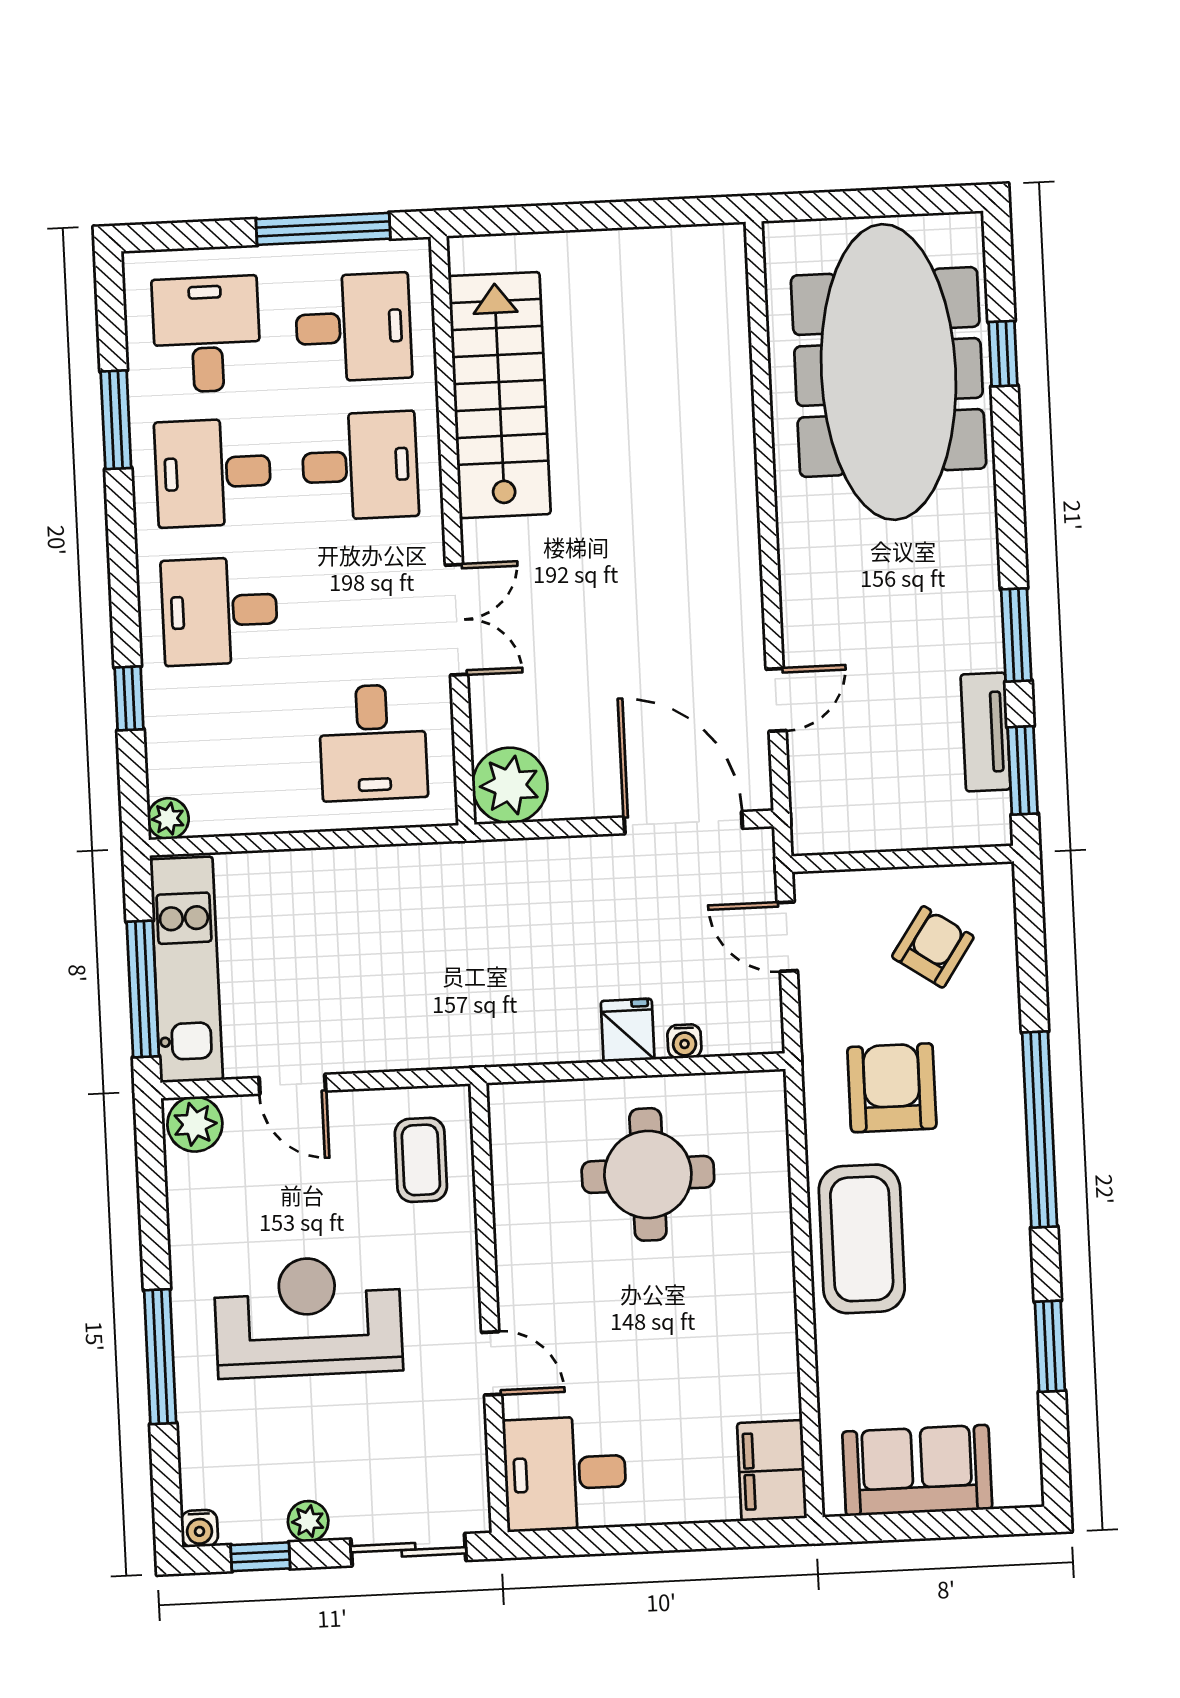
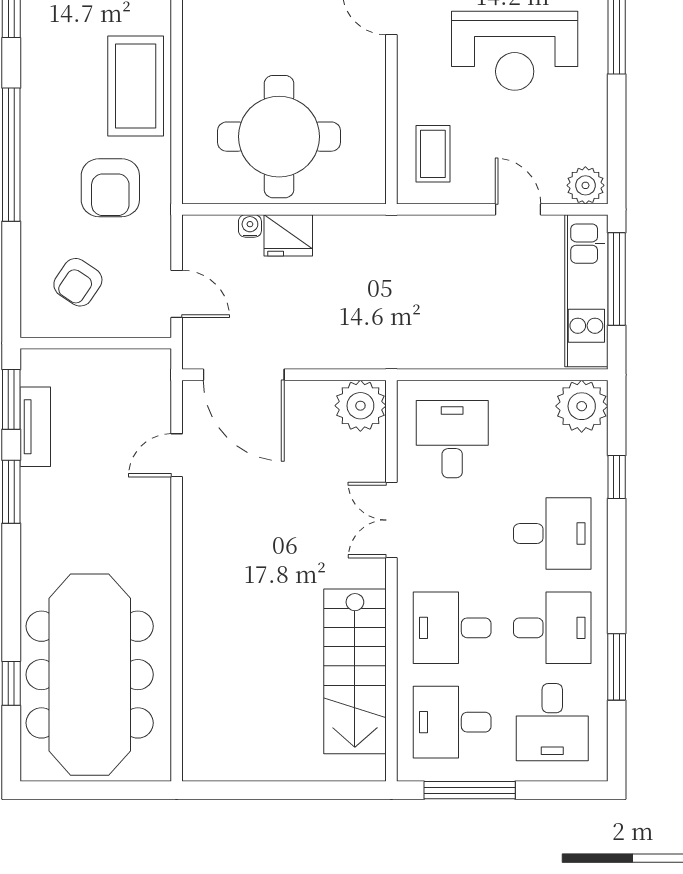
plant: (168, 819) -> (582, 406), width x1.87, depth x1.87
fridge: (628, 1030) -> (288, 235), width x1.38
round table: (648, 1174) -> (279, 137), width x1.36, depth x1.36

